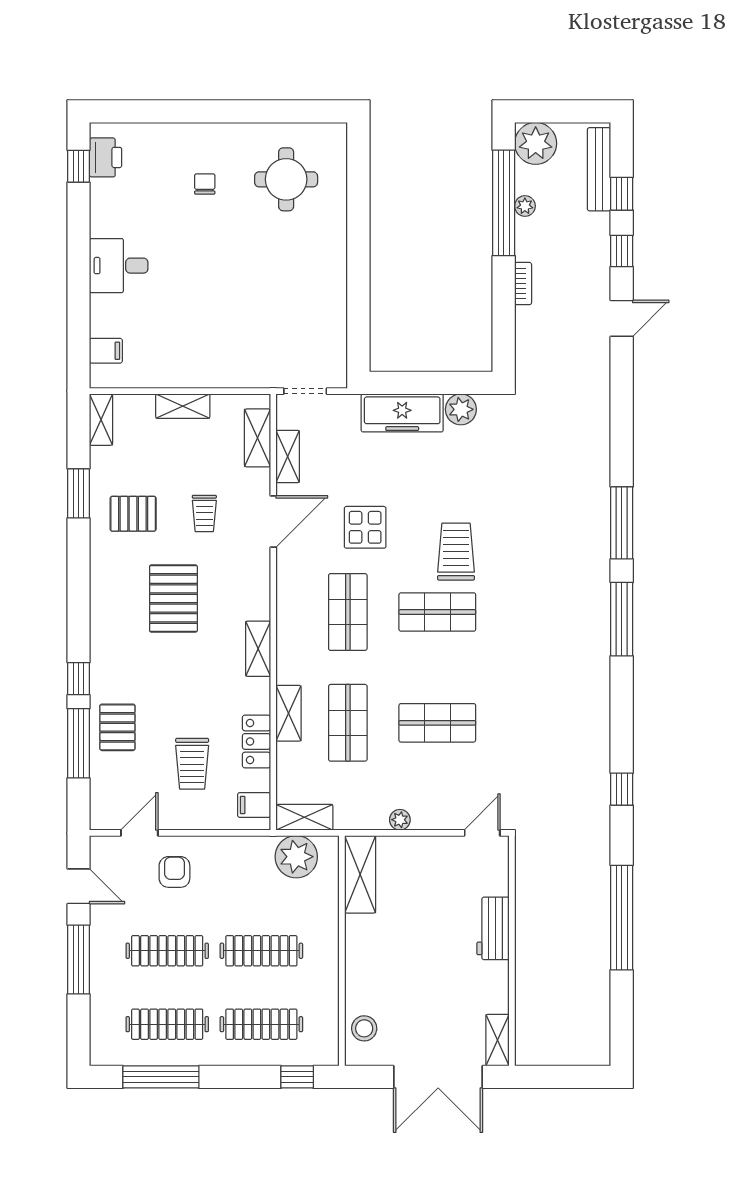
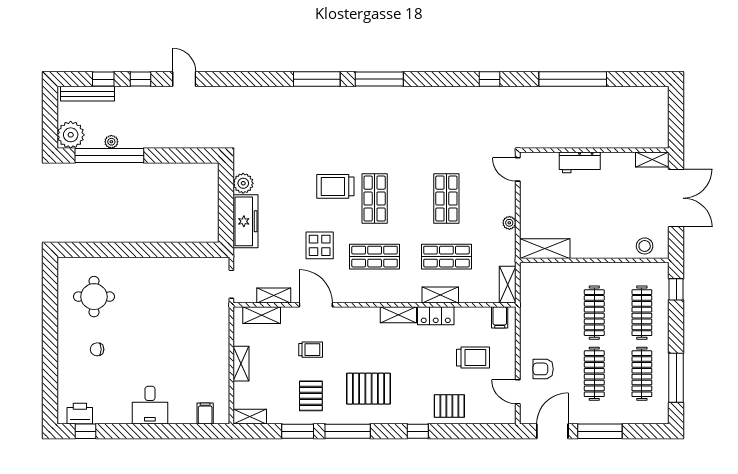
bookcase: (523, 284) -> (162, 143), removed
pallet: (173, 599) -> (369, 389), moved
locker: (256, 741) -> (436, 316), moved
window: (78, 743) -> (348, 431), moved
plant: (296, 857) -> (533, 290), removed
door: (78, 886) -> (552, 431), width x1.38

